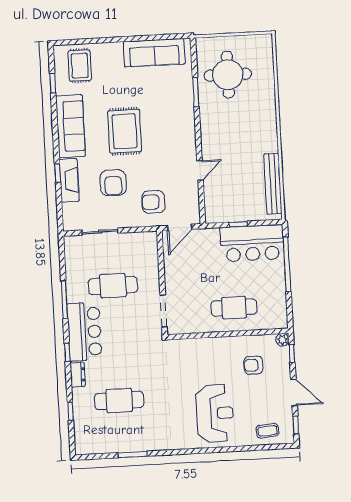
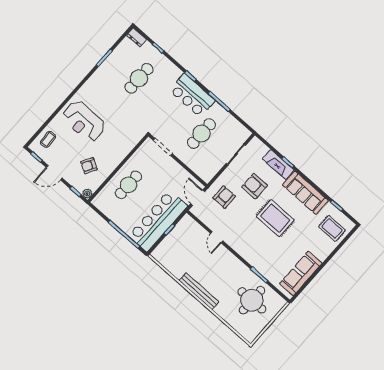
bench: (273, 184) -> (199, 291), moved
bar counter: (252, 243) -> (158, 221), width x1.36
armchair: (253, 365) -> (89, 166), turned -150
dresser: (78, 375) -> (137, 37), moved

